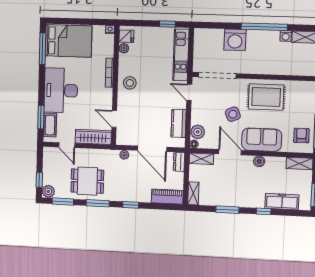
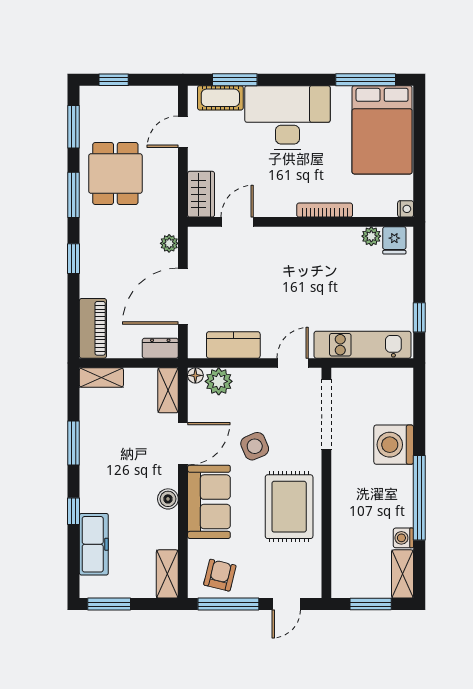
stool: (130, 83) -> (306, 250), removed
armchair: (301, 135) -> (220, 575), turned -75
wardrobe: (93, 137) -> (201, 194), width x0.67
plant: (48, 191) -> (92, 98), removed

